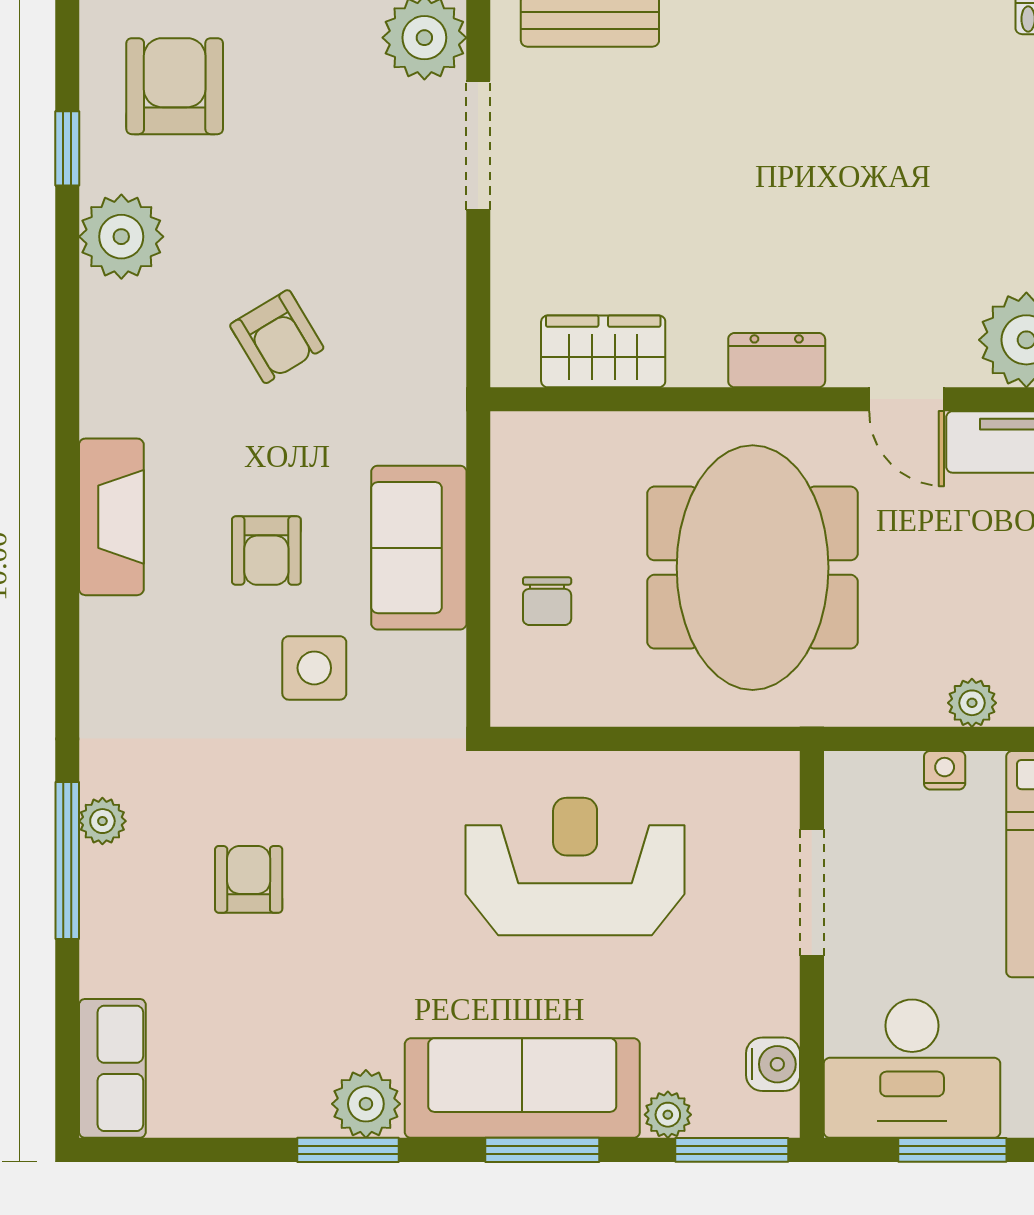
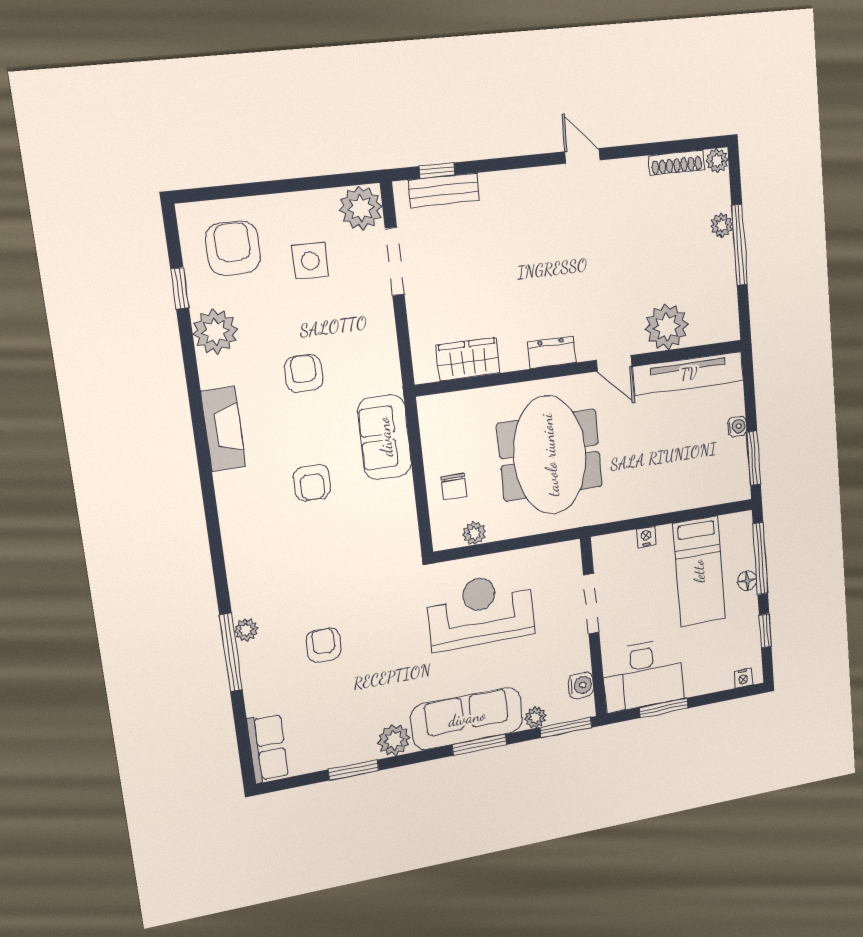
armchair: (277, 337) -> (304, 373), turned -149
fireplace: (111, 517) -> (223, 429), moved
sofa: (419, 548) -> (385, 437), moved
side table: (314, 668) -> (310, 261), moved
plant: (972, 703) -> (474, 533), moved
window: (348, 1150) -> (354, 770), moved

